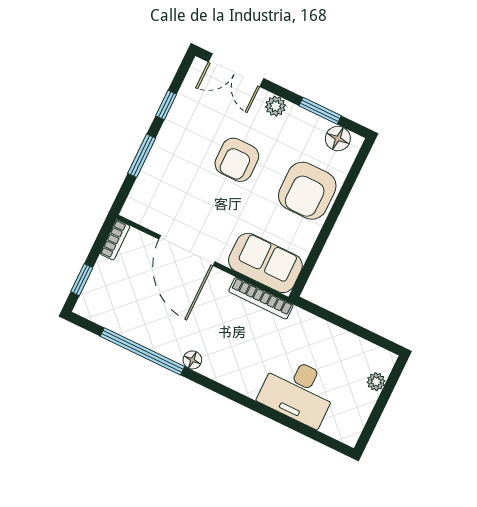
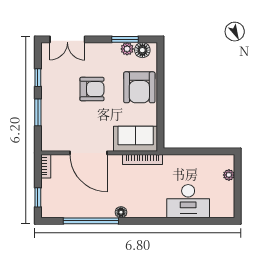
plant: (276, 106) -> (127, 49), moved
armchair: (237, 160) -> (92, 89), turned -90

